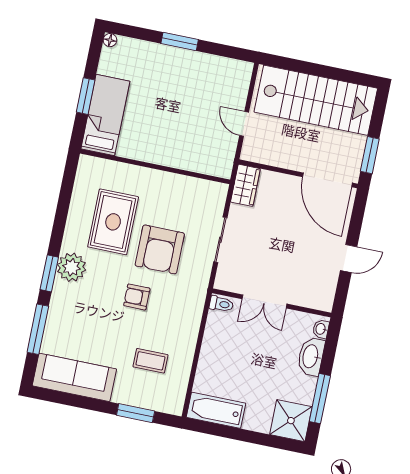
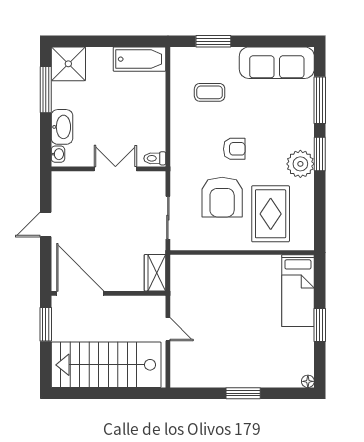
bed: (105, 115) -> (298, 291), moved
wall: (155, 167) -> (242, 252), moved
armchair: (160, 249) -> (222, 197), turned 180

